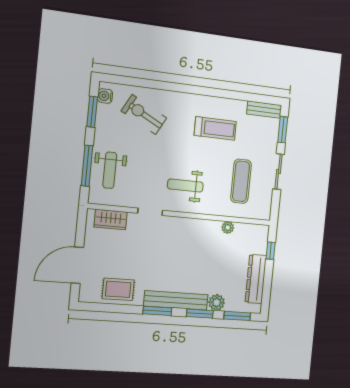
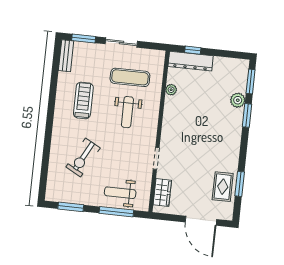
water cooler: (105, 96) -> (57, 196), removed
exercise bike: (144, 115) -> (83, 157), moved
weight bench: (110, 170) -> (120, 193), turned 180
weight bench: (185, 186) -> (127, 112), moved
dresser: (256, 279) -> (191, 61), moved
bench: (176, 300) -> (234, 137), removed
window: (157, 311) -> (240, 184), moved

